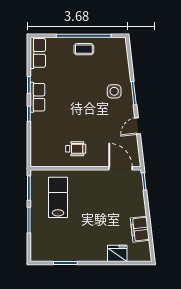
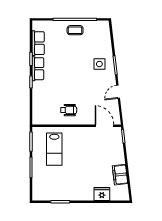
row of seats: (38, 53) -> (38, 43), moved
lab bench: (58, 197) -> (54, 149), turned 180

